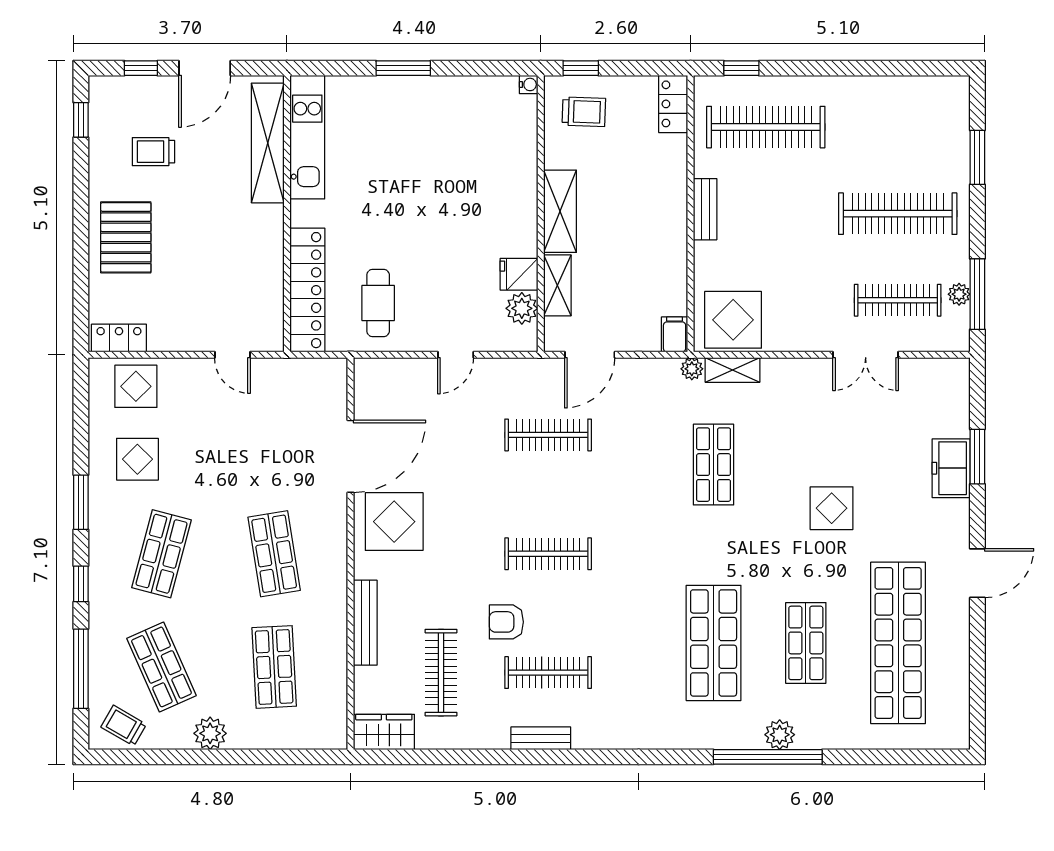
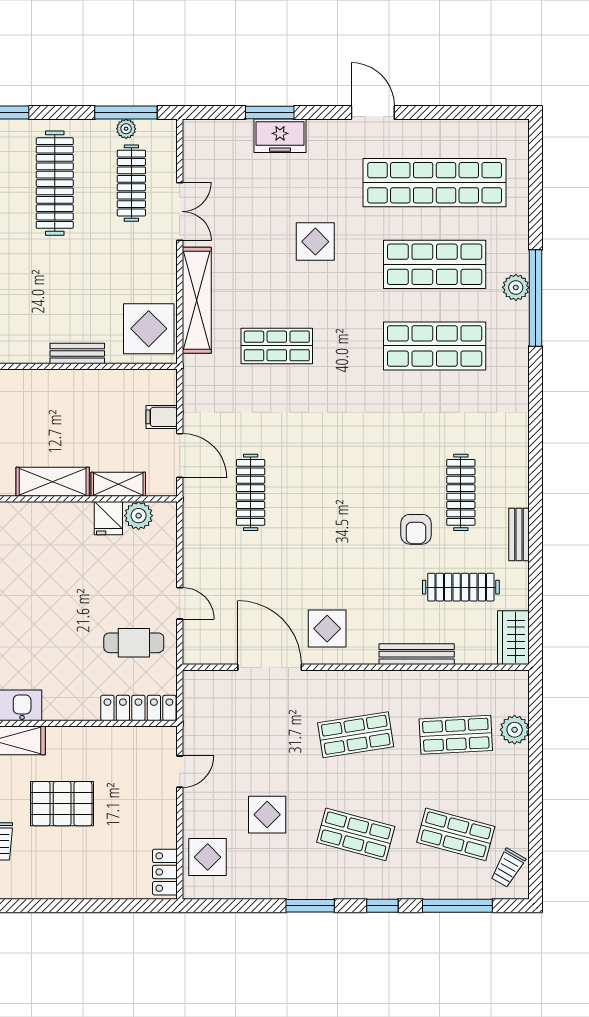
bench: (705, 209) -> (77, 353), moved
pallet: (126, 237) -> (62, 804), moved
locker: (307, 290) -> (138, 708), width x0.71, depth x0.83
filing cabinet: (675, 334) -> (162, 417), moved
door: (456, 355) -> (180, 603), moved
plant: (692, 369) -> (192, 365), removed
shelving: (733, 370) -> (197, 300), width x2.20, depth x1.33
display table: (137, 459) -> (267, 815), moved
display table: (394, 522) -> (327, 629), width x0.73, depth x0.73
clothes rail: (548, 554) -> (356, 492), removed
shop shelf: (806, 643) -> (435, 264), width x1.43, depth x1.36
shop shelf: (162, 667) -> (456, 834), turned 39
plant: (210, 733) -> (515, 730), moved
bench: (541, 738) -> (519, 535), moved

